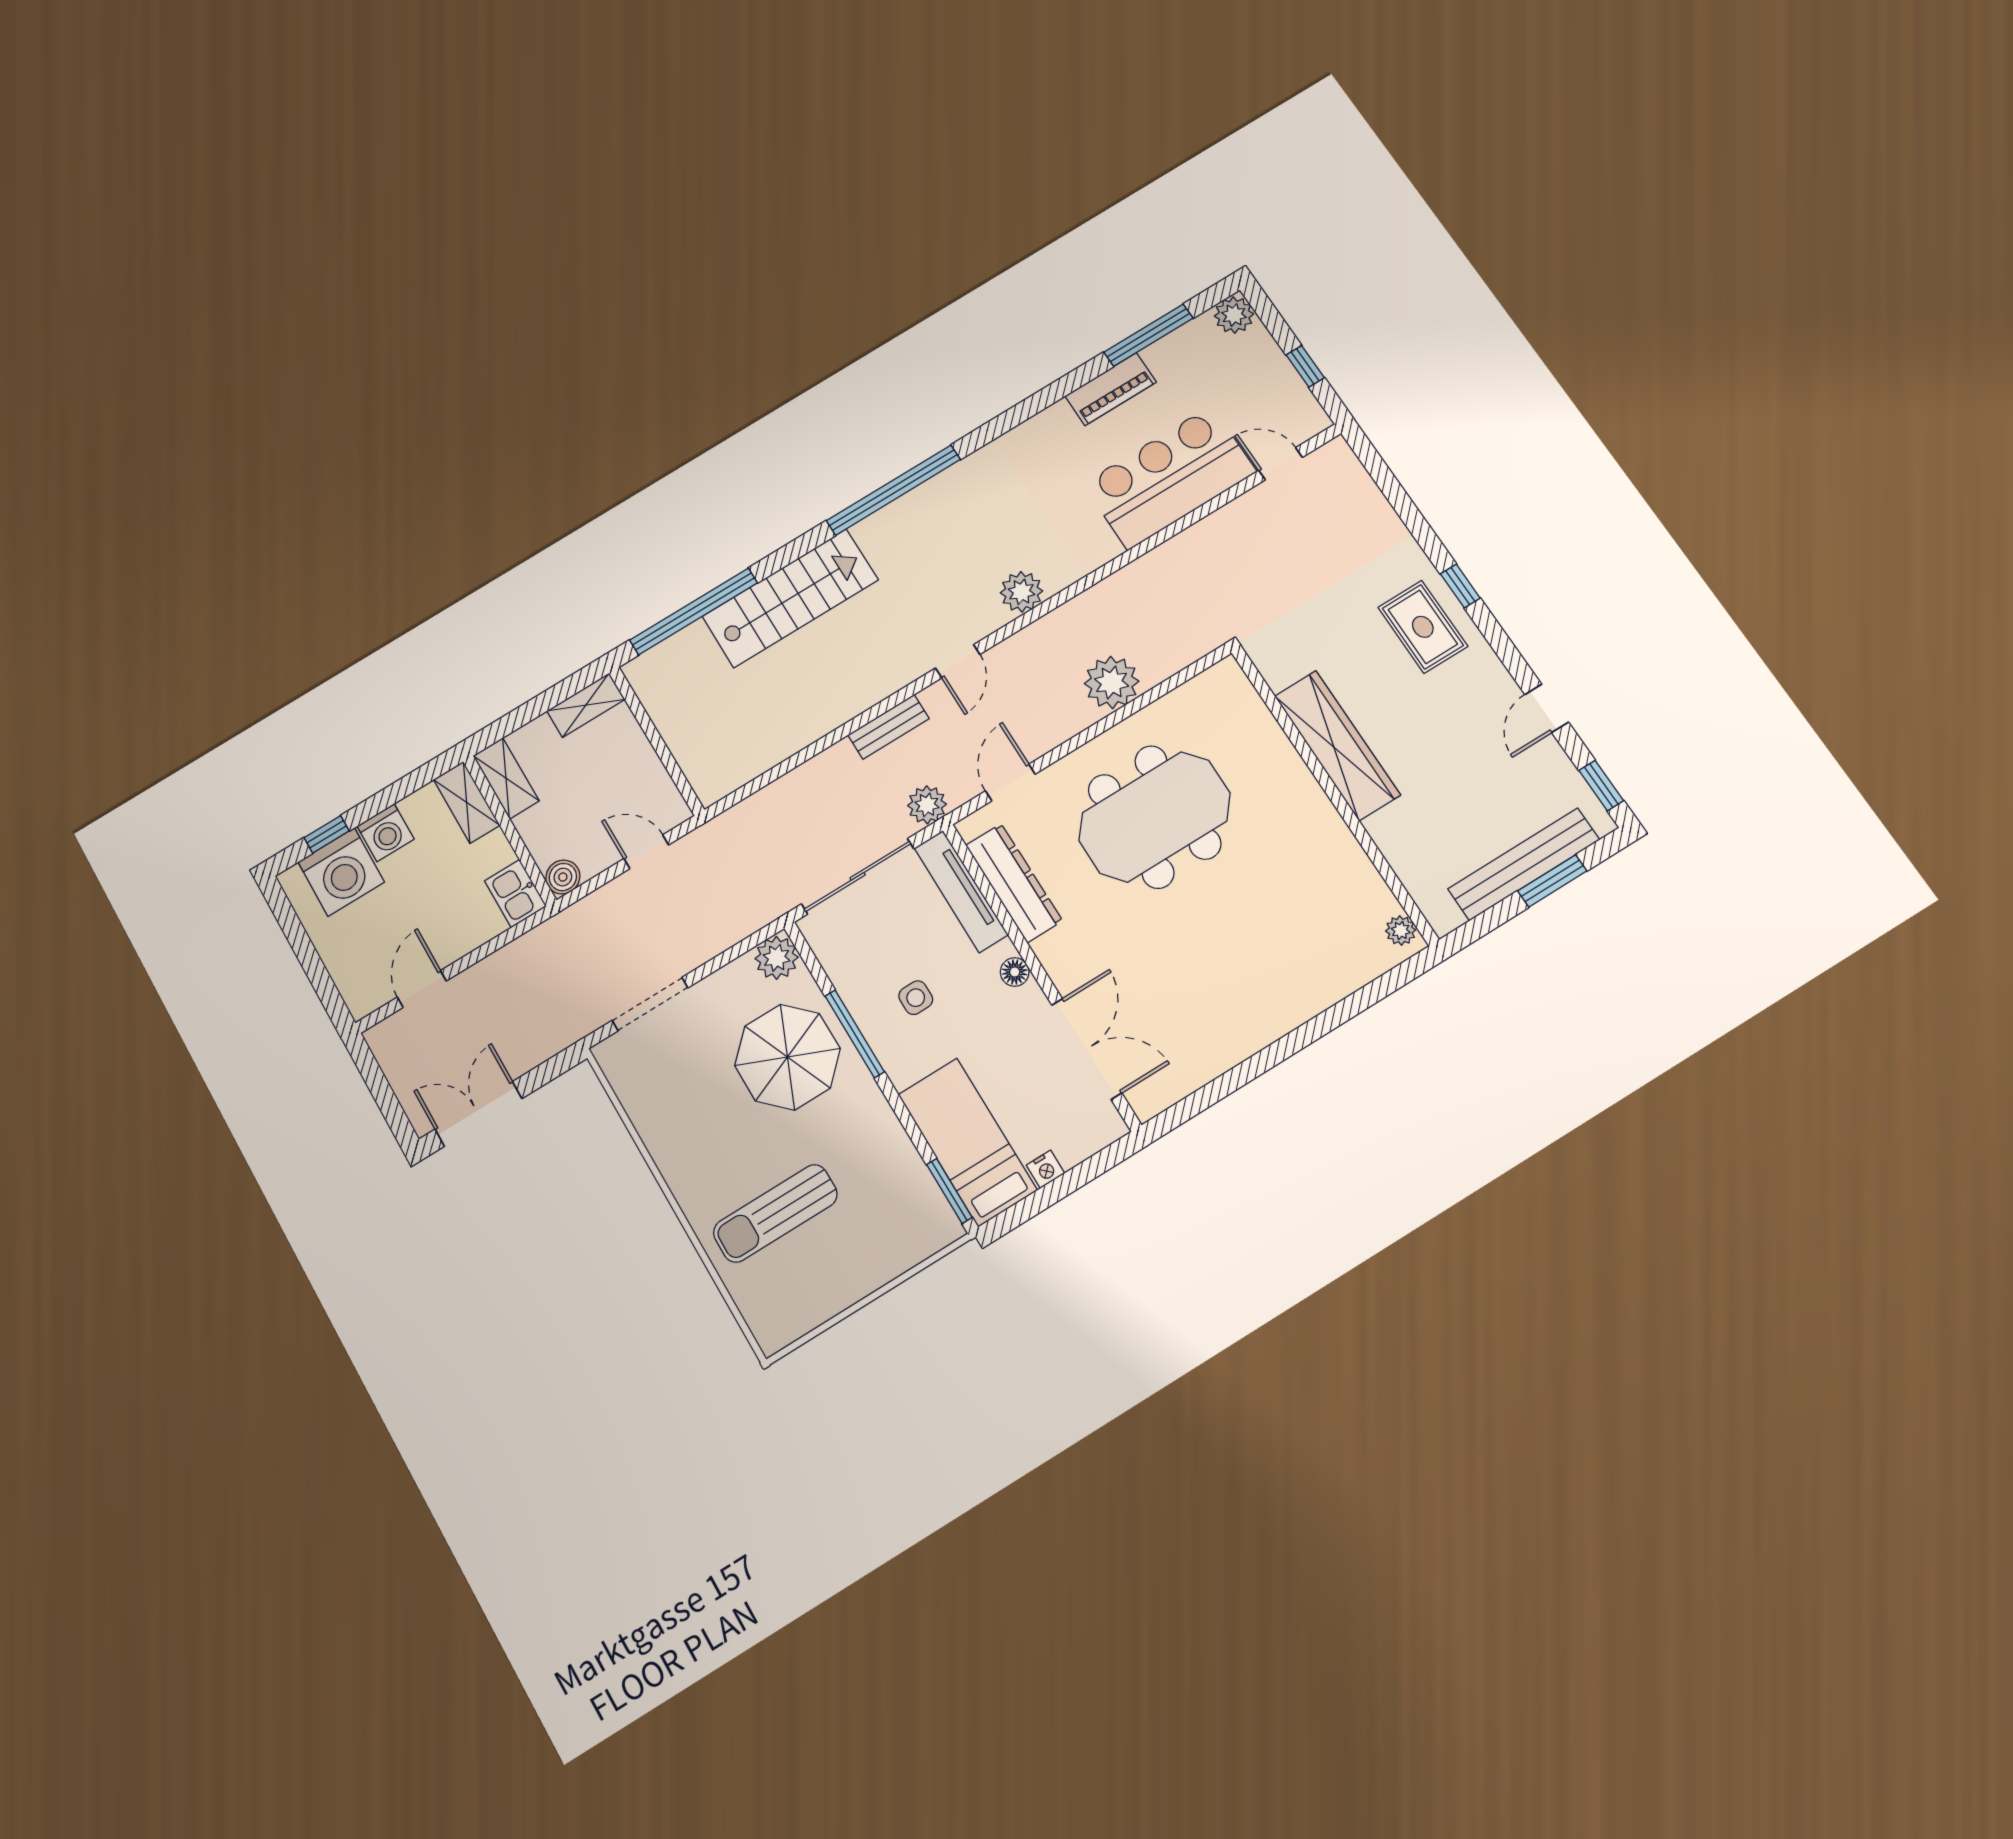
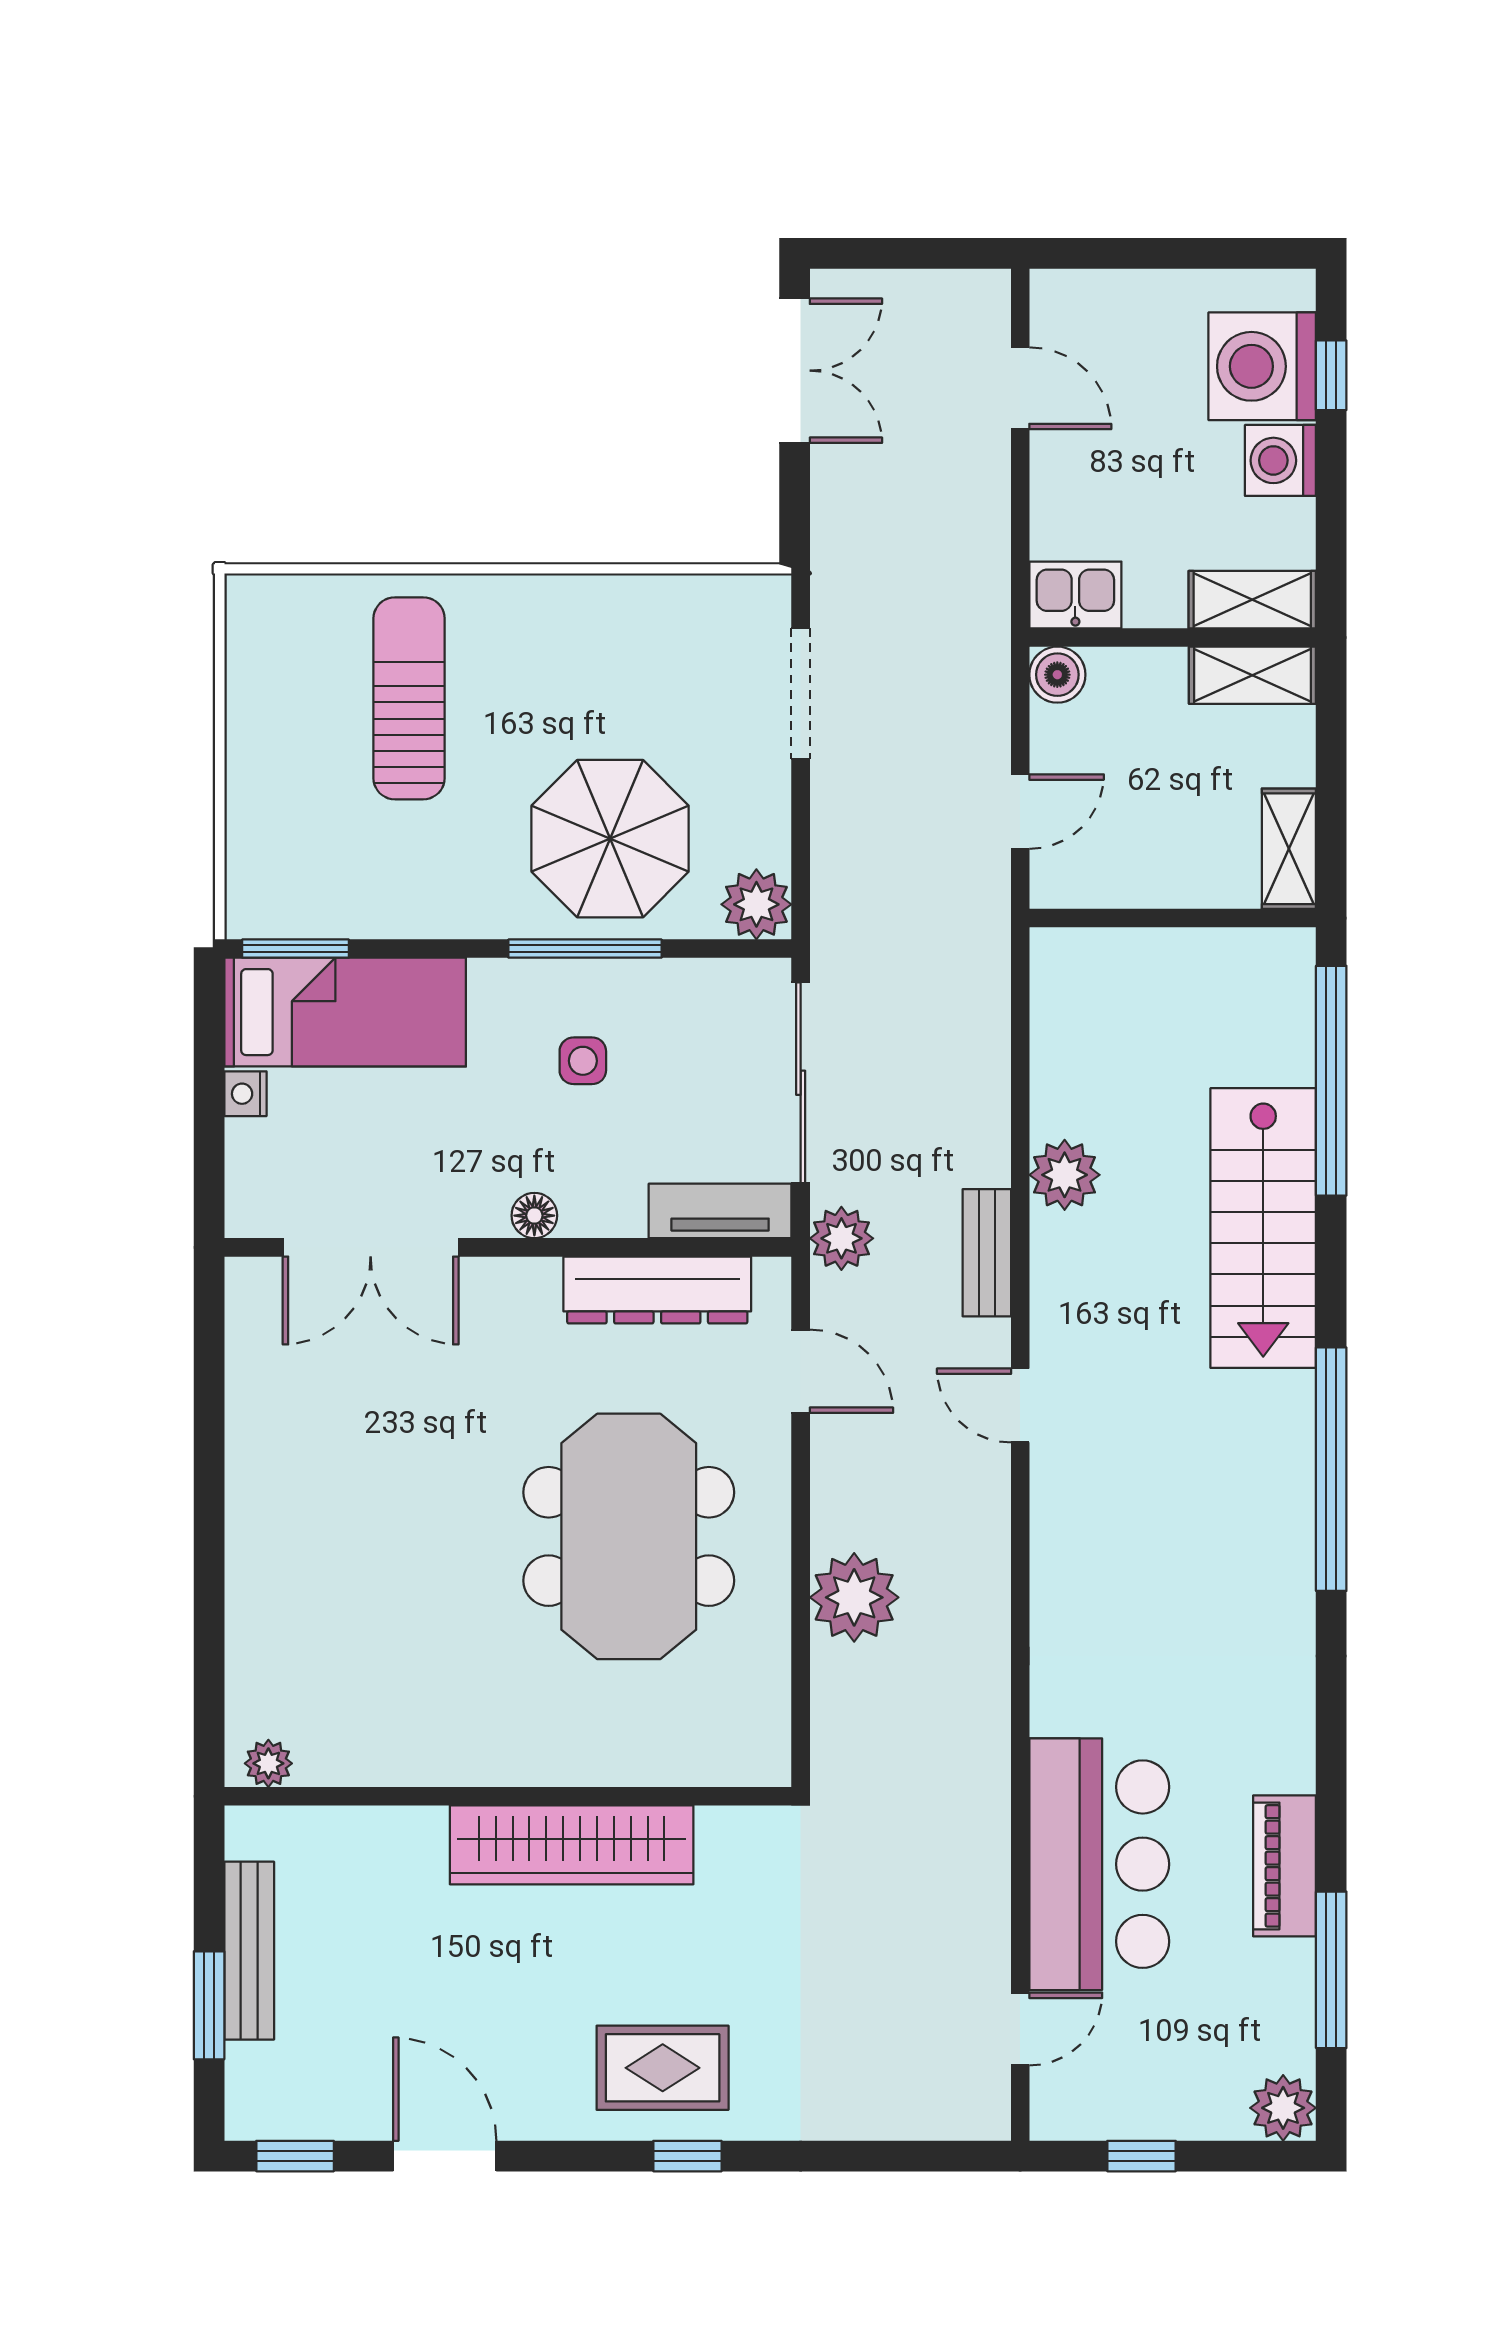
plant: (1021, 592) -> (1065, 1175), moved
door: (1547, 708) -> (445, 2156), width x1.37
bench: (1524, 864) -> (249, 1951), width x0.73, depth x0.82
tv unit: (961, 891) -> (720, 1211), width x0.71

